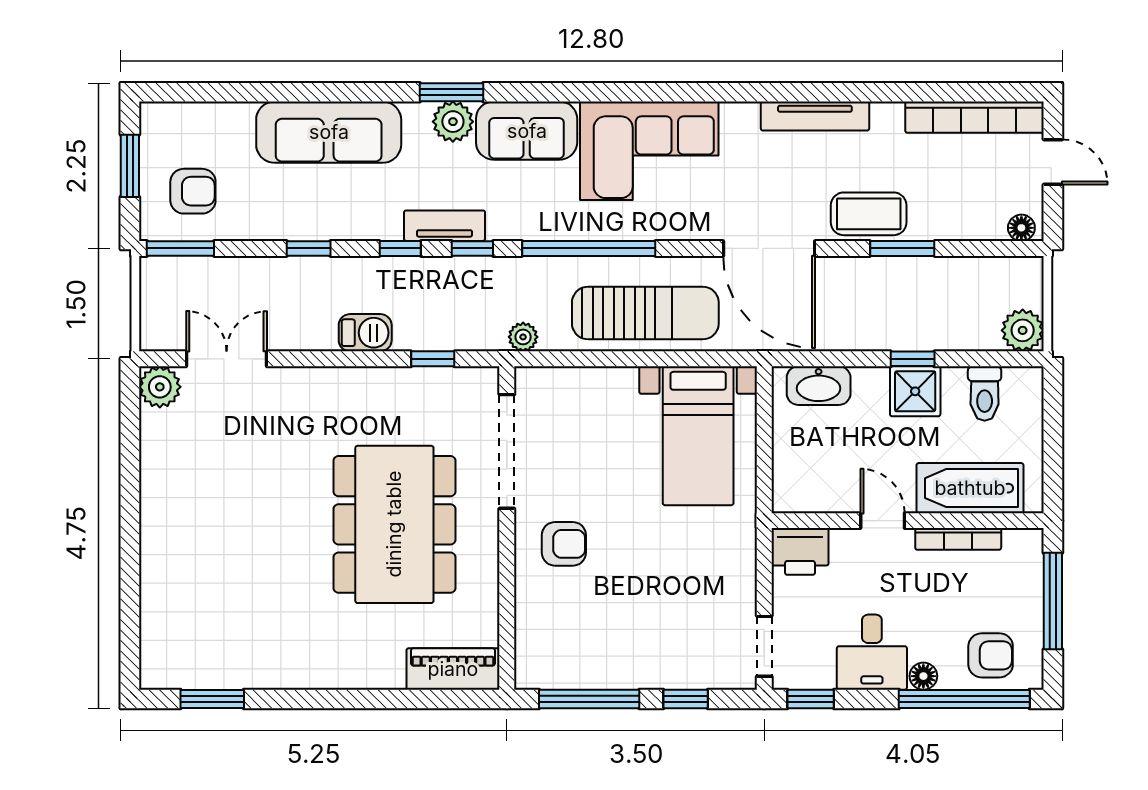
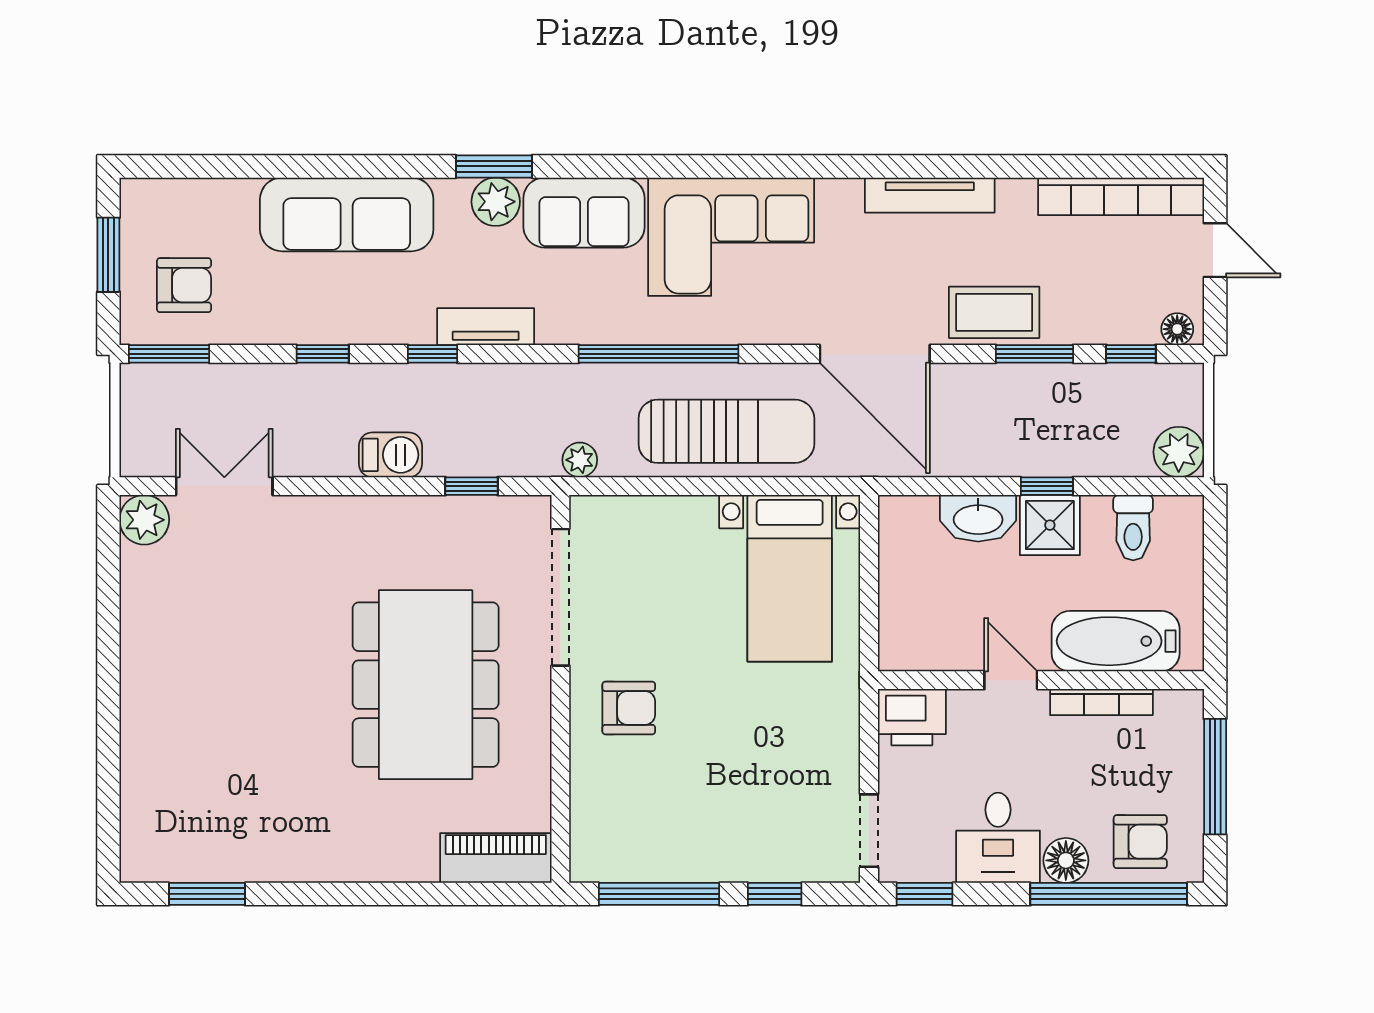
window: (472, 248) -> (1131, 354), moved
washbasin: (819, 386) -> (978, 518), moved
floor lamp: (923, 676) -> (1066, 860), width x1.37, depth x1.37

